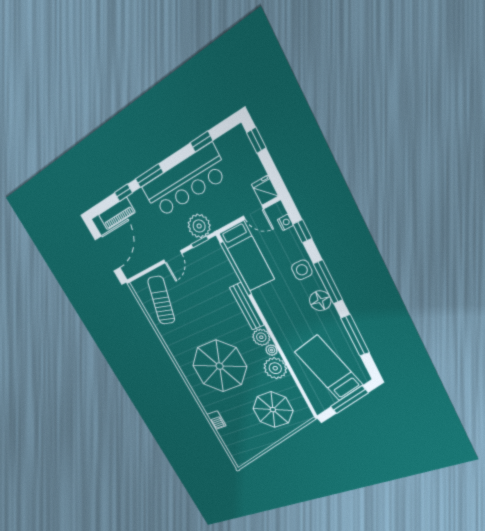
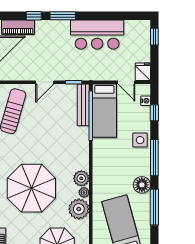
window: (201, 142) -> (116, 16), removed
bar counter: (185, 182) -> (97, 35), width x0.73
plant: (199, 226) -> (80, 71), removed
floor lamp: (320, 301) -> (142, 185), moved
bench: (247, 306) -> (83, 105), moved

